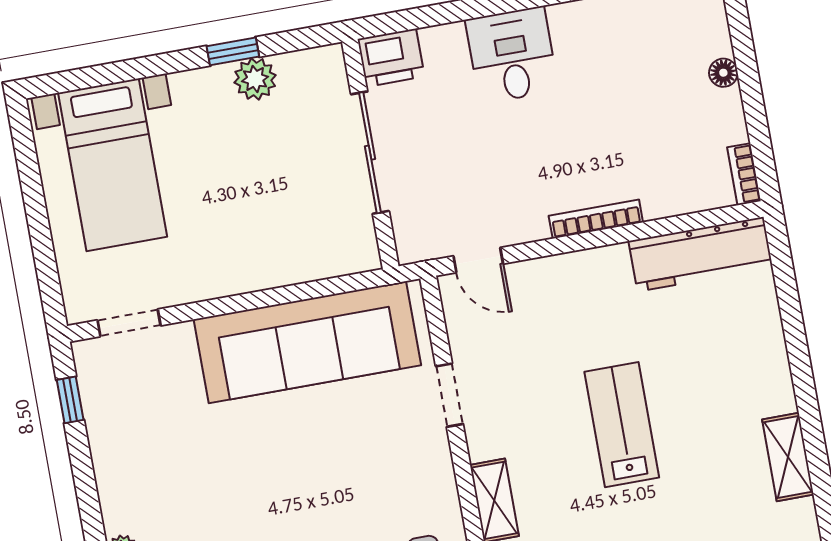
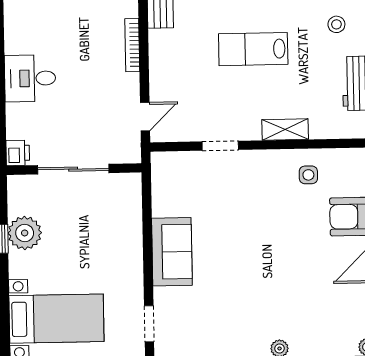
printer: (391, 58) -> (18, 153), width x0.73, depth x0.81
plant: (255, 79) -> (25, 233), width x1.36, depth x1.36
sofa: (307, 342) -> (172, 252), width x0.54, depth x0.79

